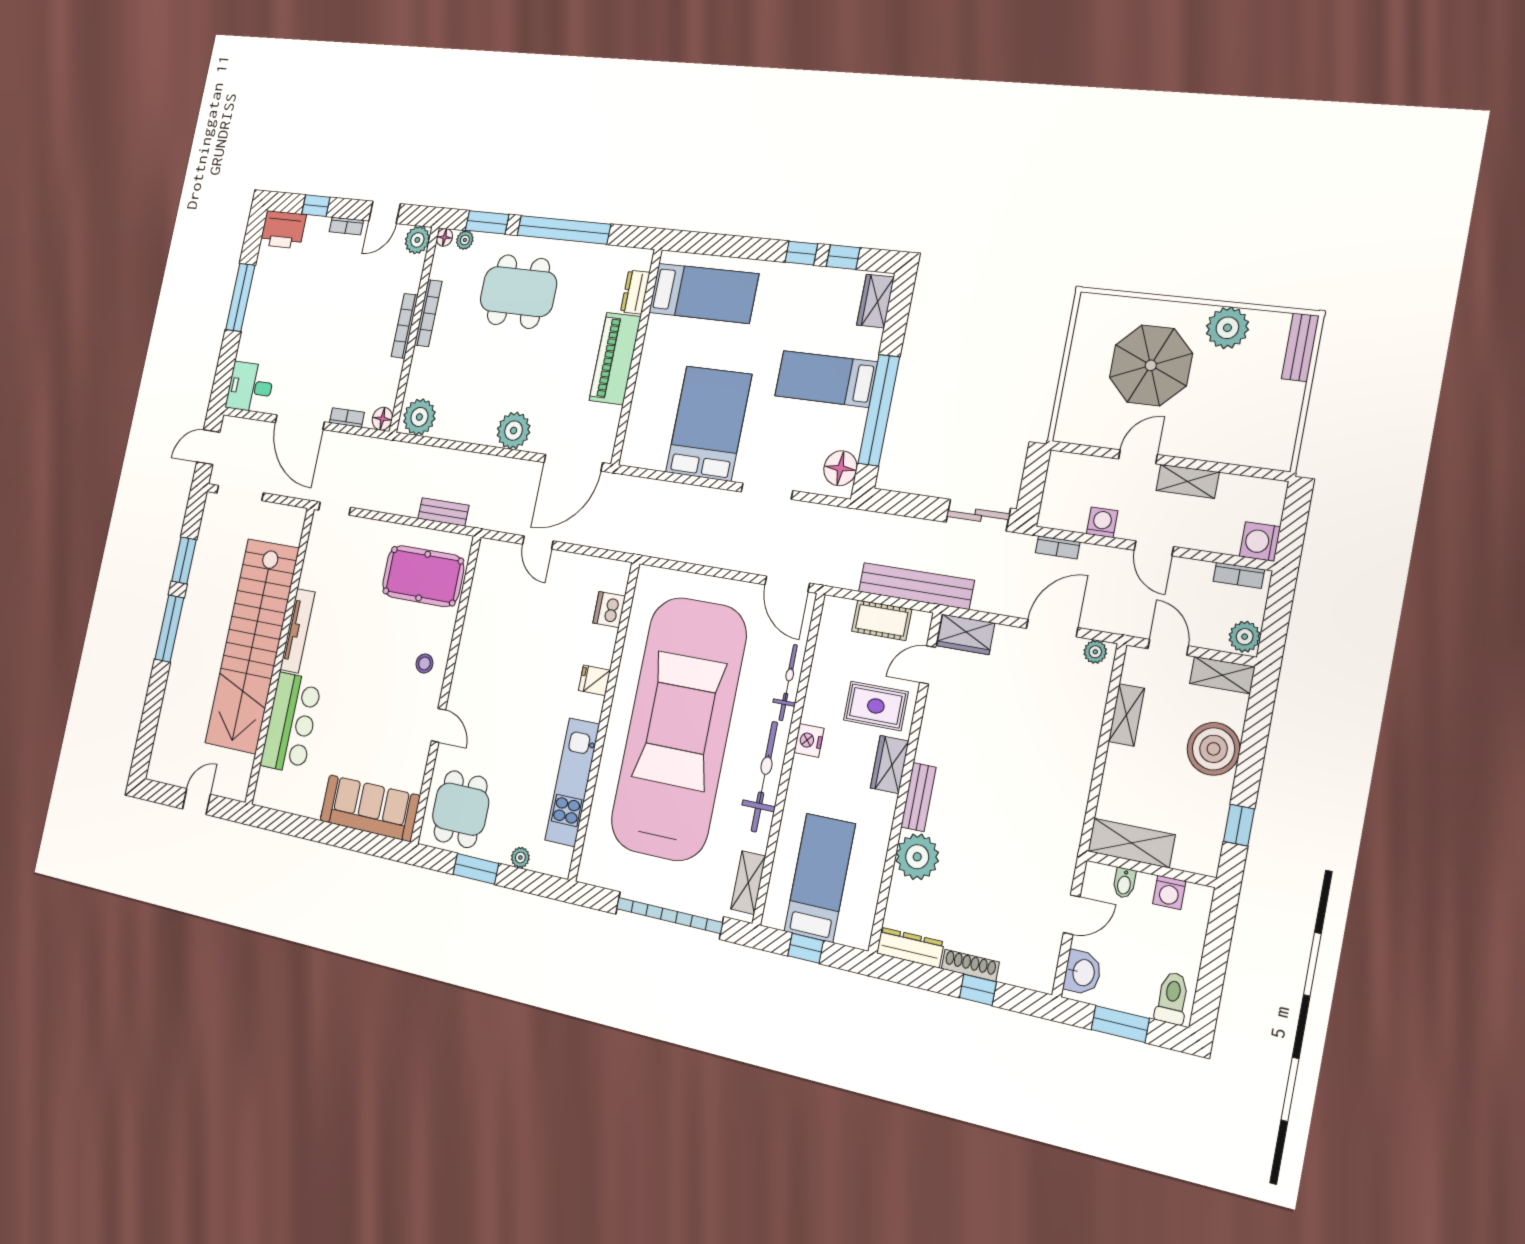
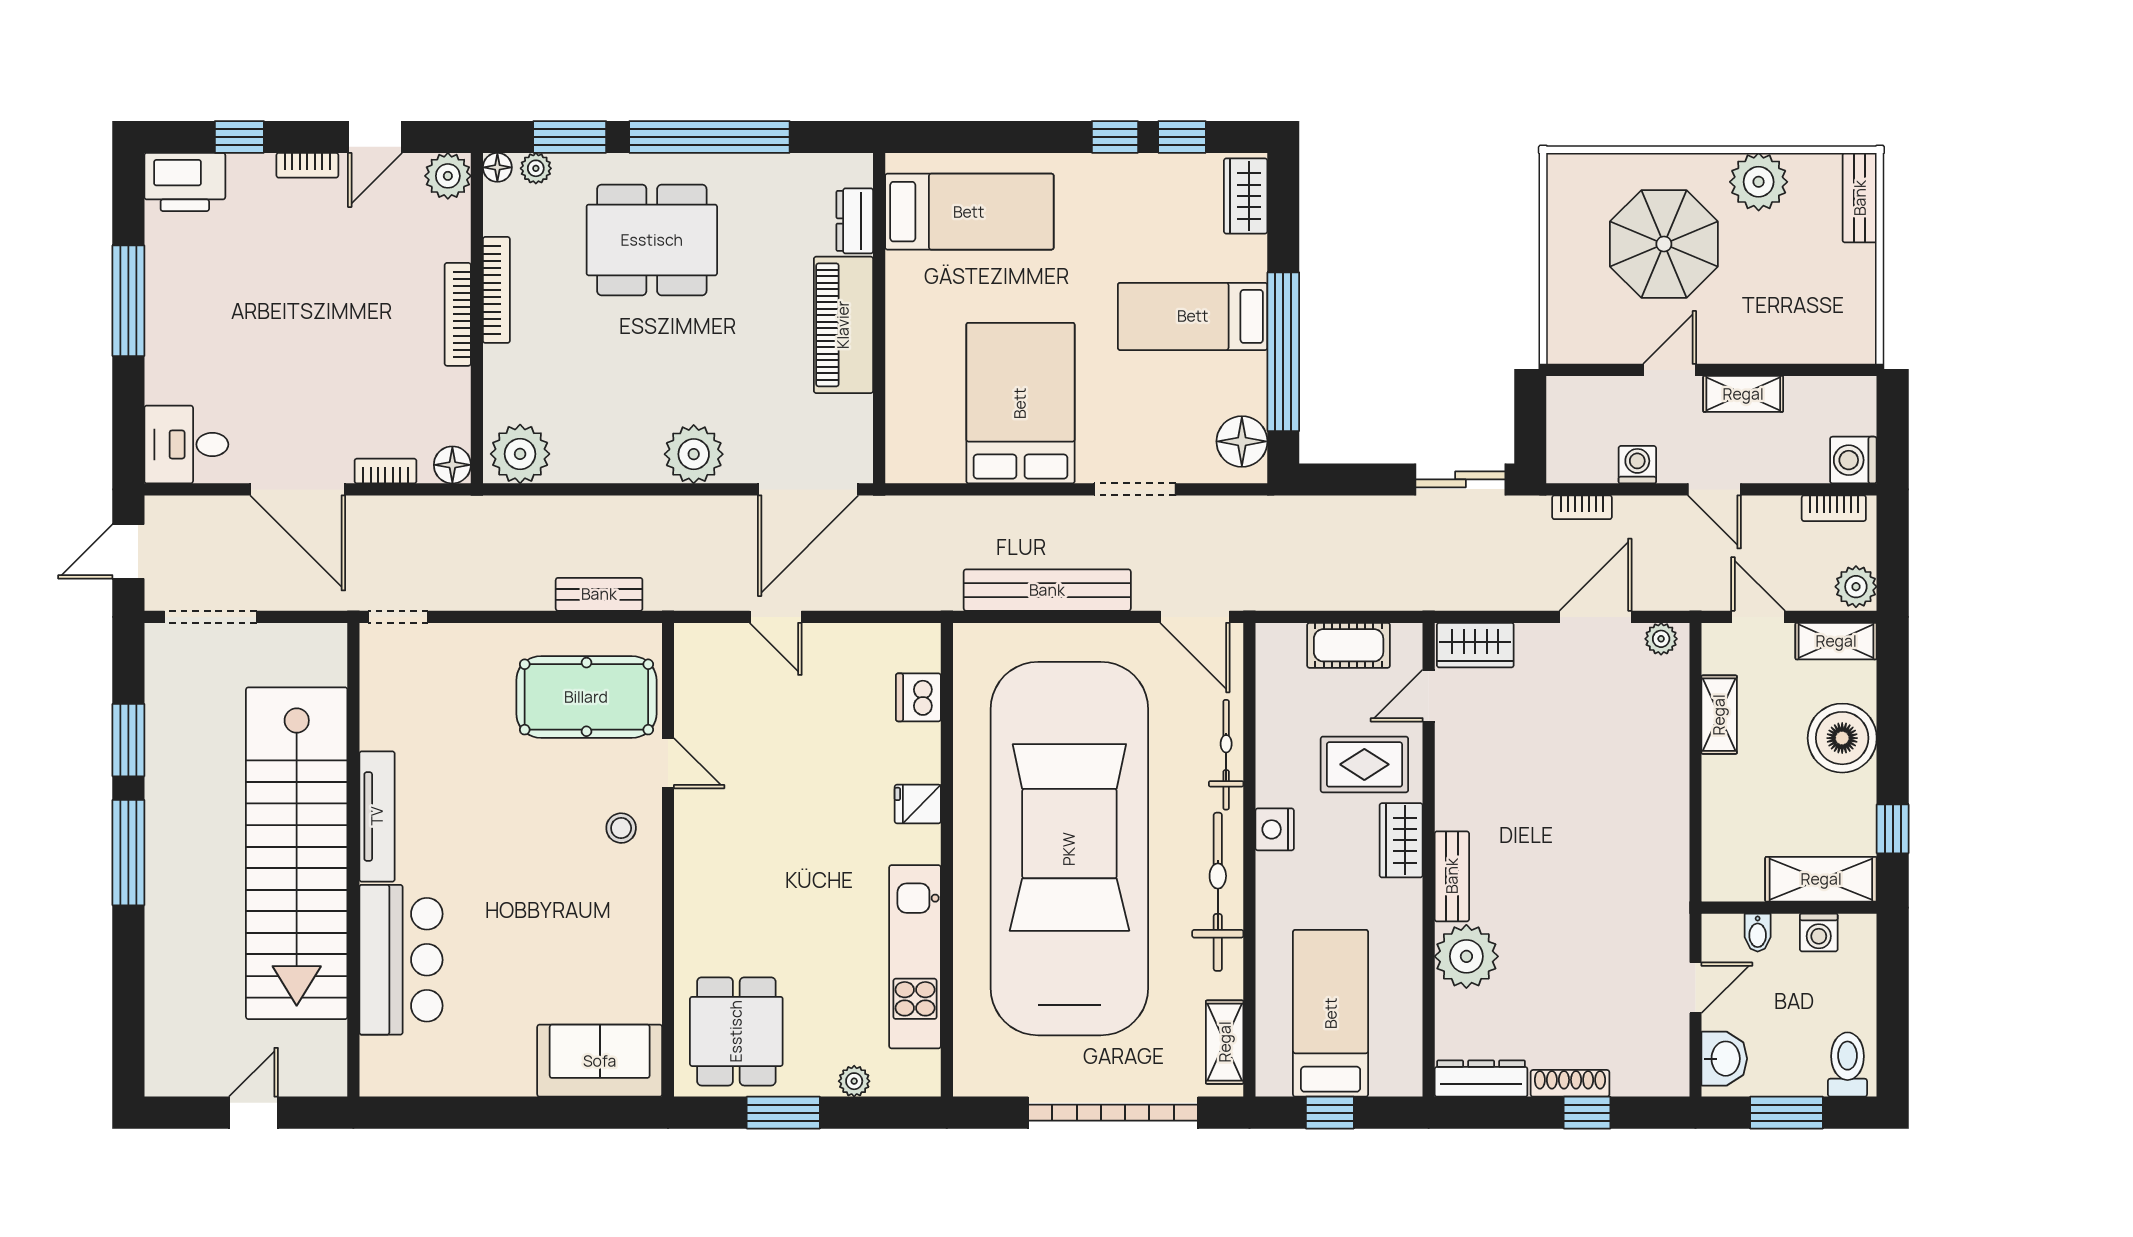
bench: (916, 586) -> (1047, 590), moved
door: (438, 725) -> (668, 763), moved
sofa: (370, 808) -> (600, 1061), width x0.73
shelving: (1131, 843) -> (1821, 879), moved

